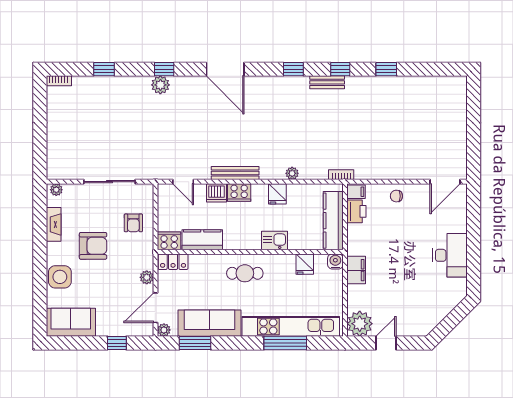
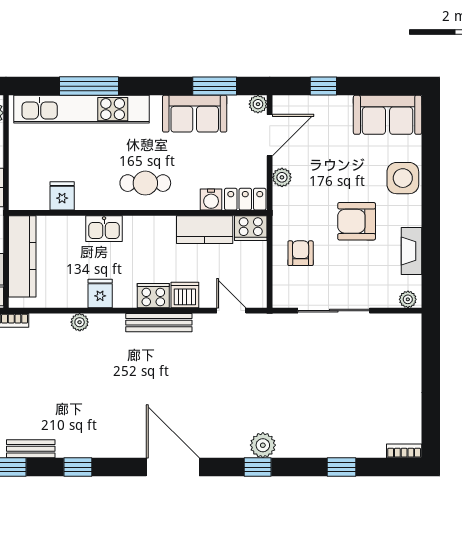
water cooler: (335, 261) -> (211, 200), moved
sofa: (209, 323) -> (195, 114), width x0.73

